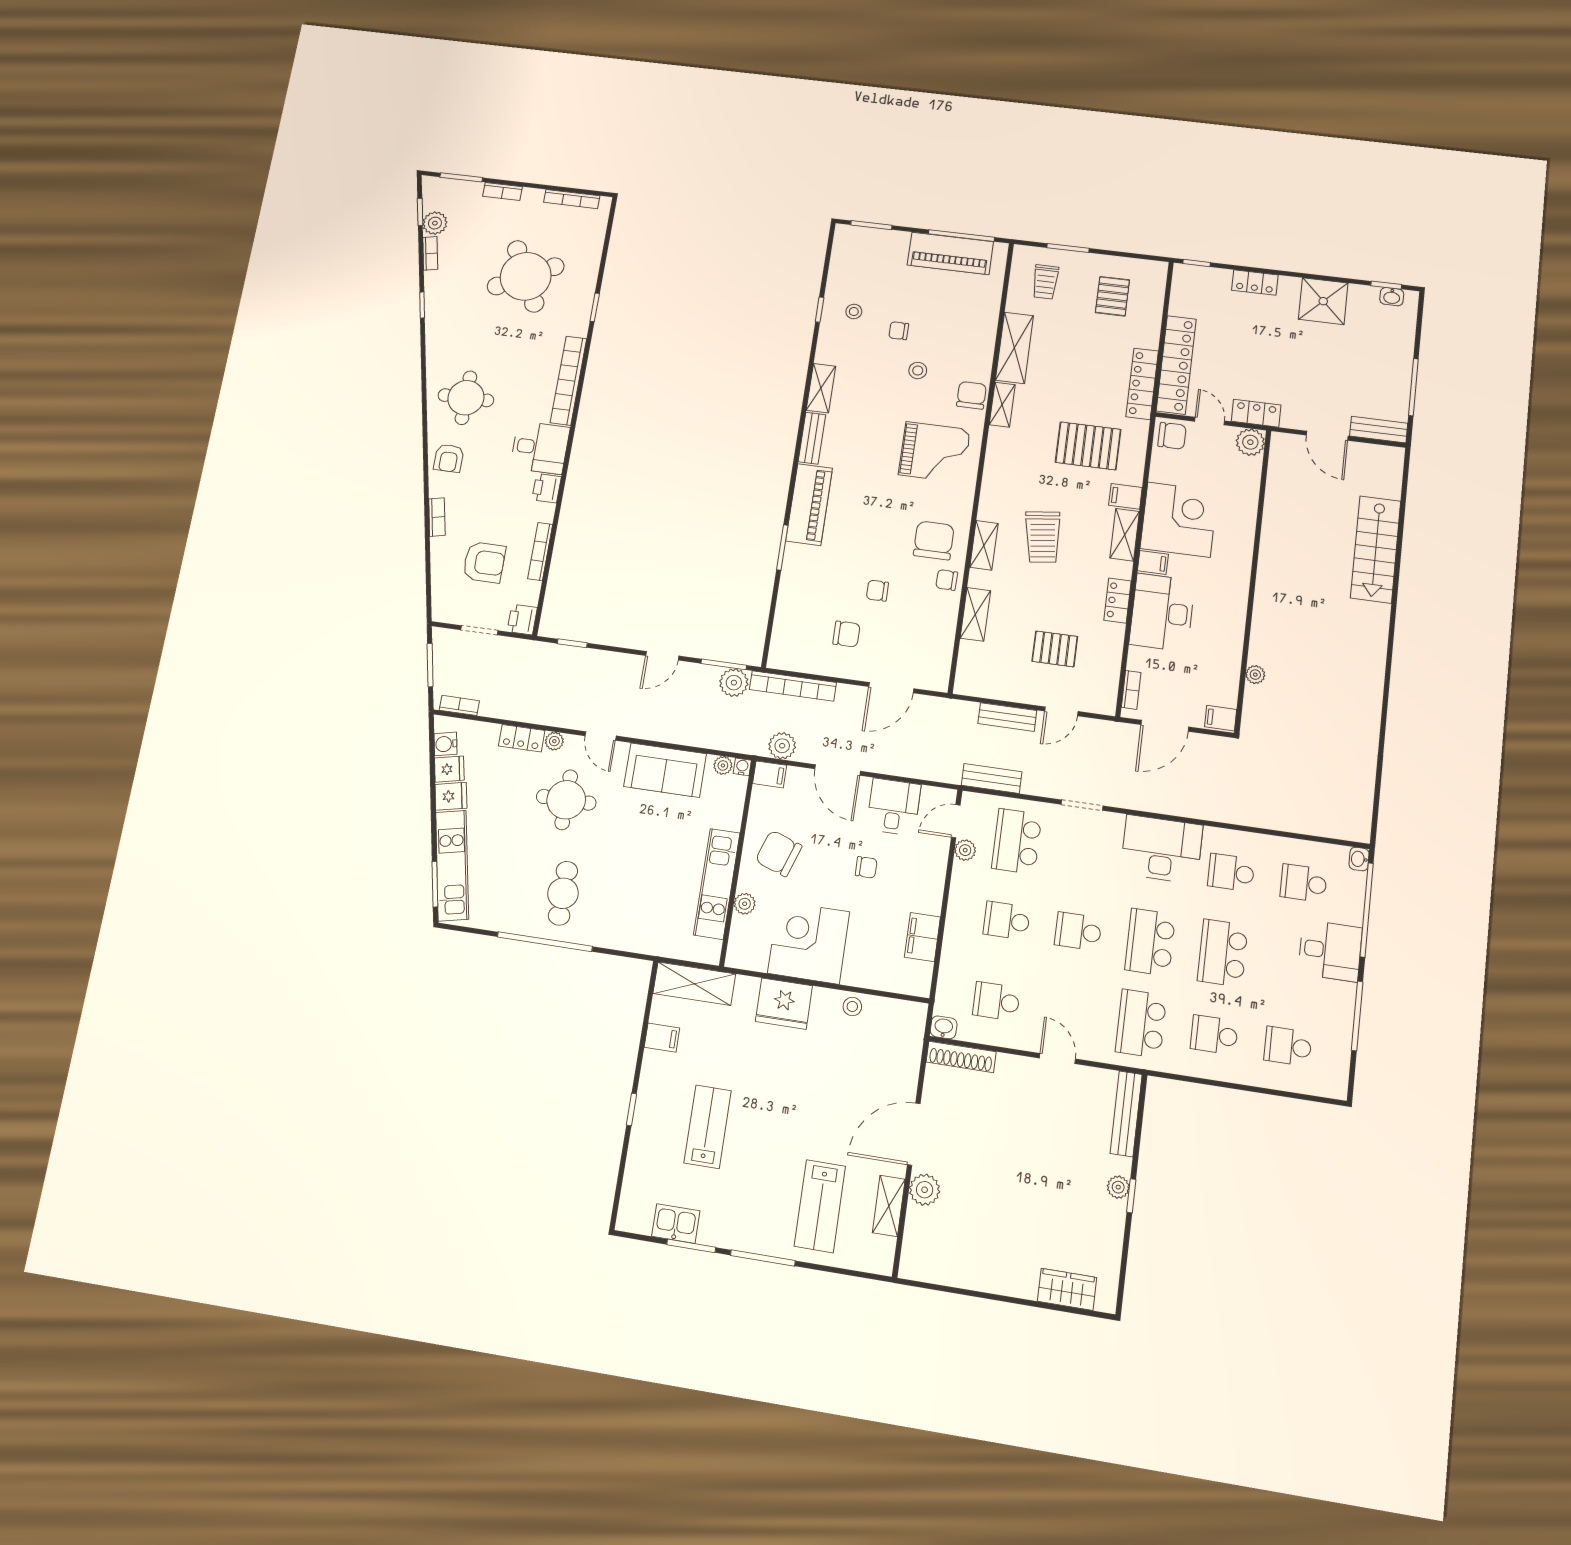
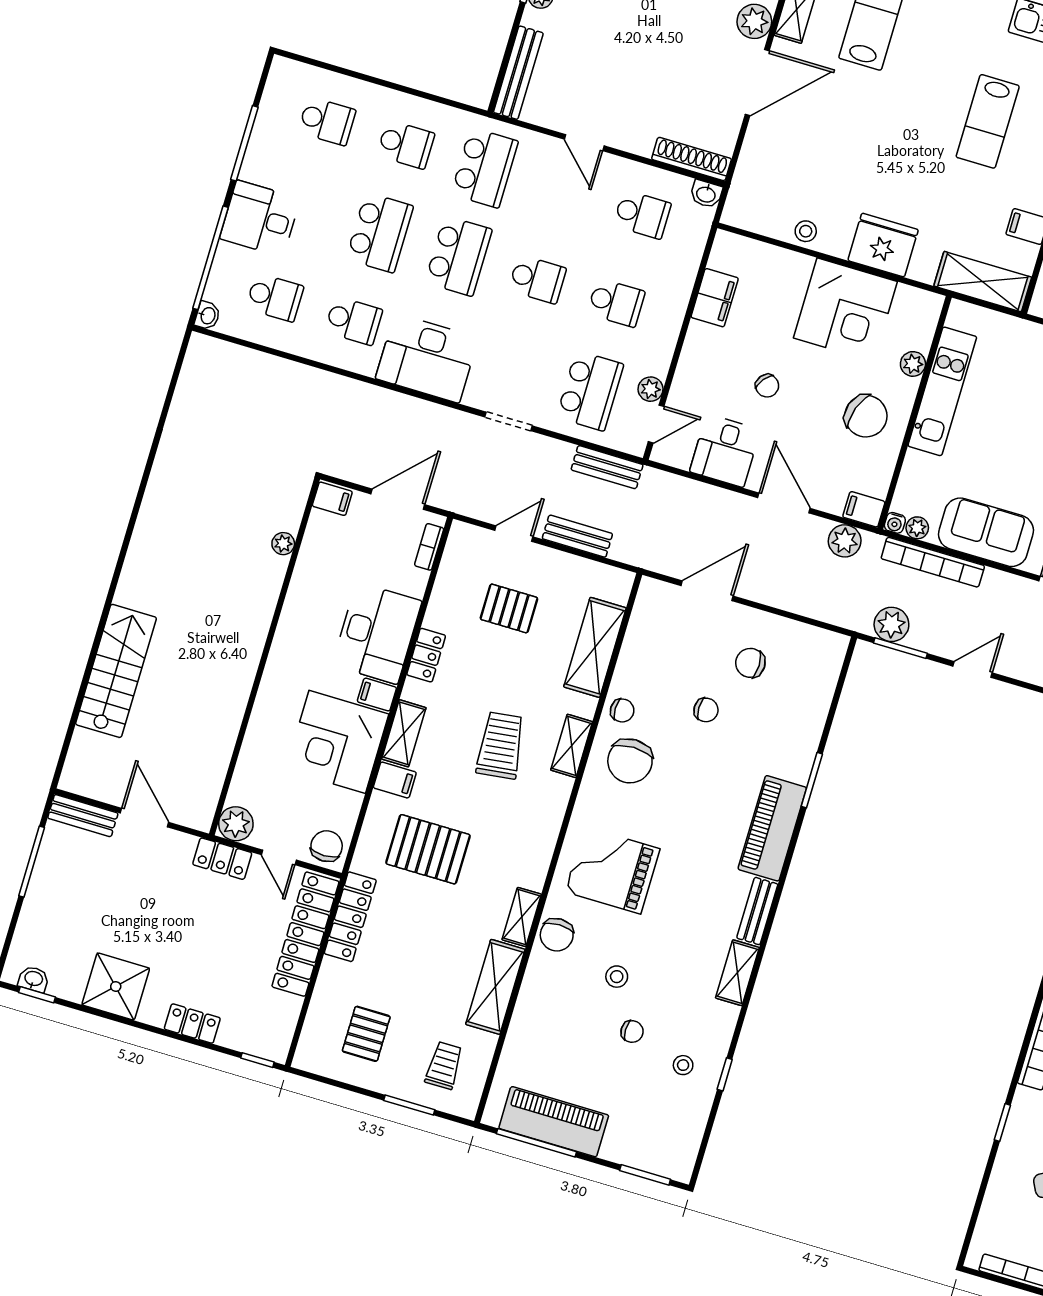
chair: (1172, 436) -> (327, 846), turned 90
shelving: (975, 614) -> (595, 647), width x1.50, depth x1.33
bookcase: (793, 686) -> (933, 562), moved, turned 180
chair: (866, 867) -> (767, 386), turned -142

